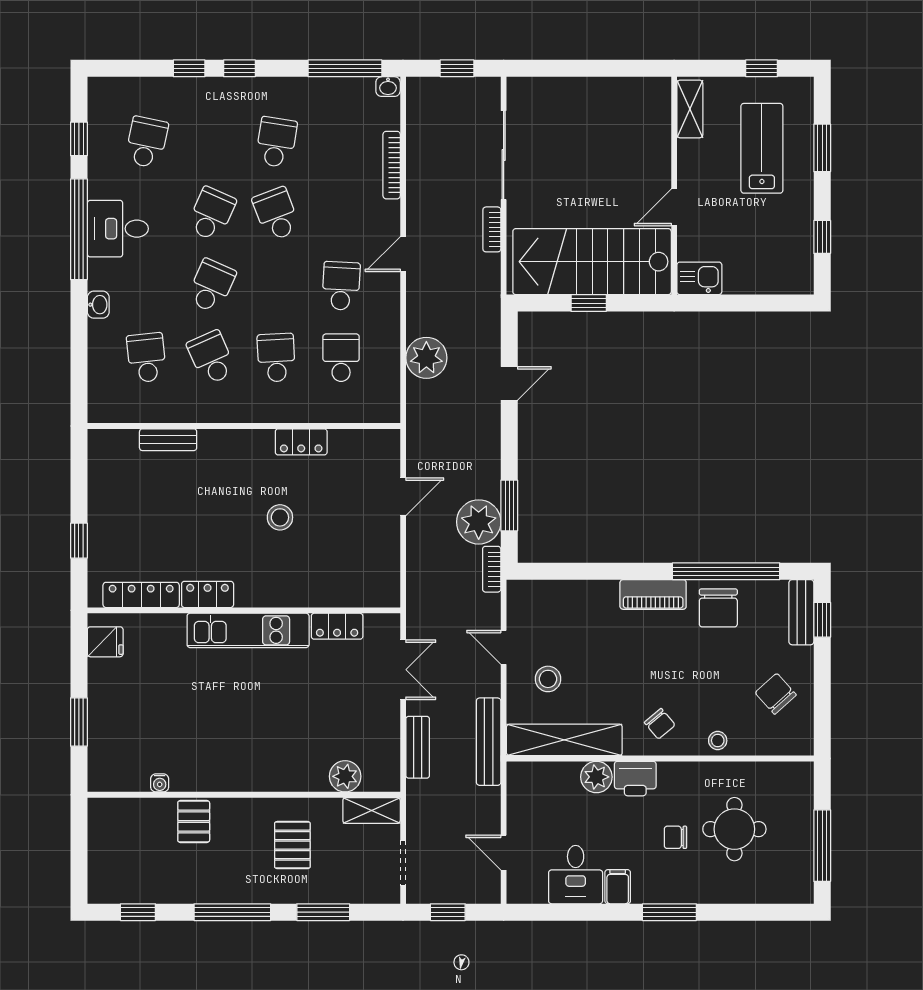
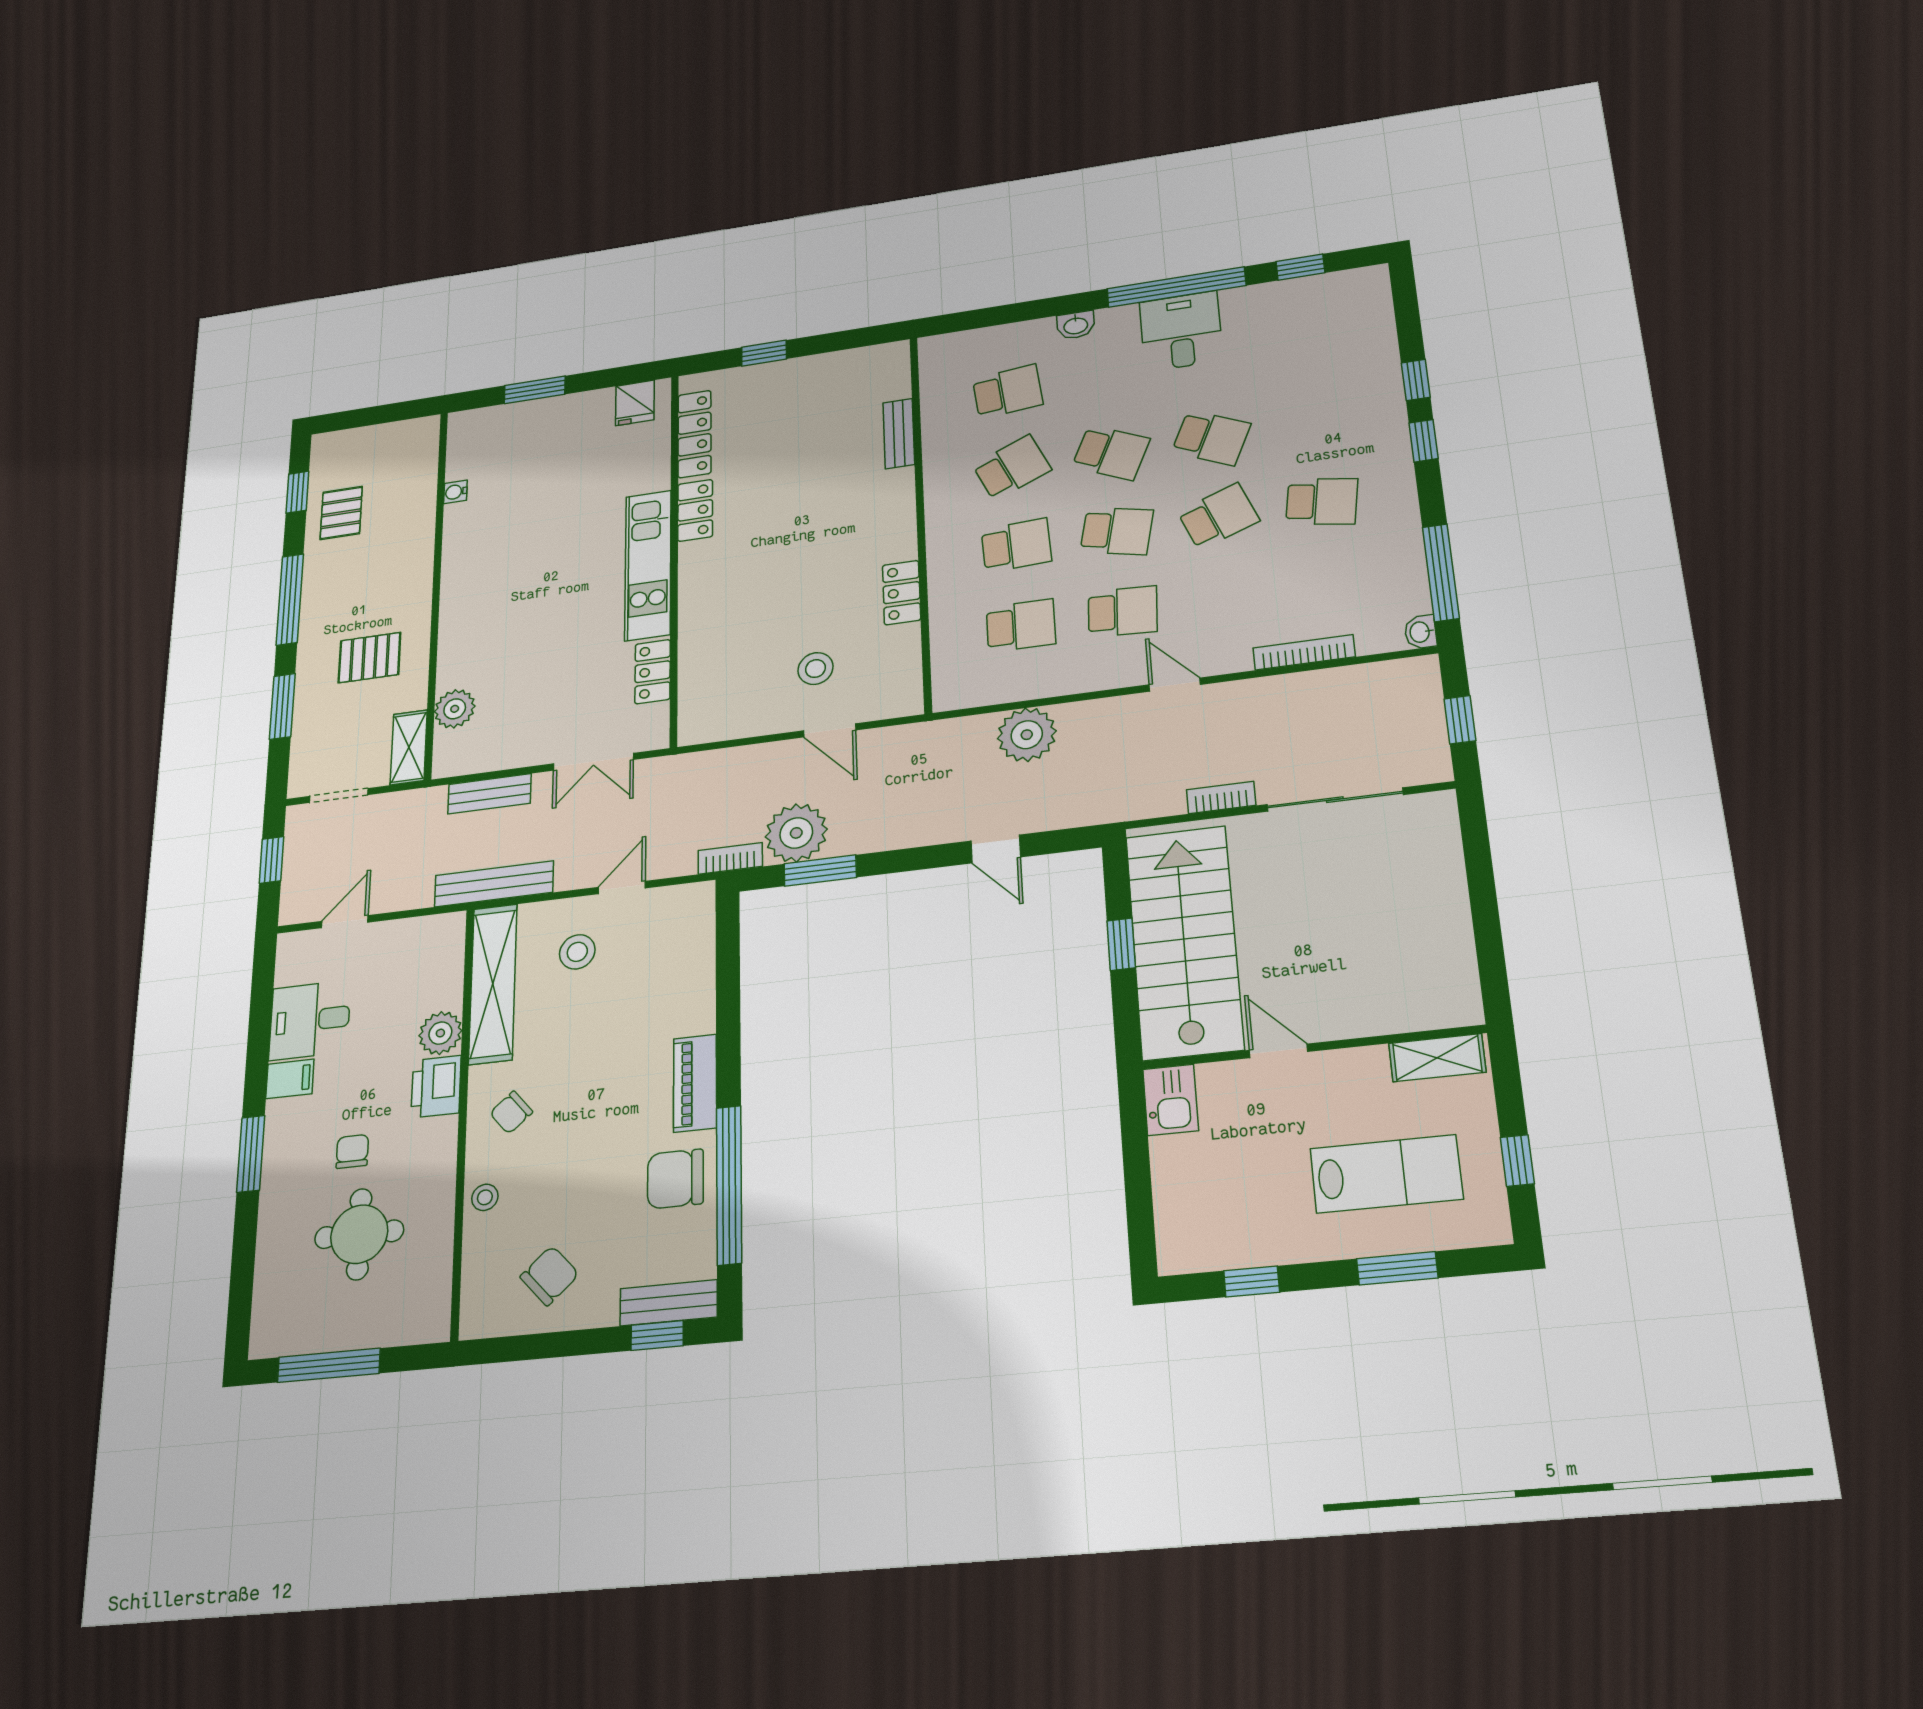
school desk: (146, 142) -> (1117, 531), moved
stool: (280, 517) -> (815, 668), moved
pallet: (194, 821) -> (341, 513), moved, turned 90

